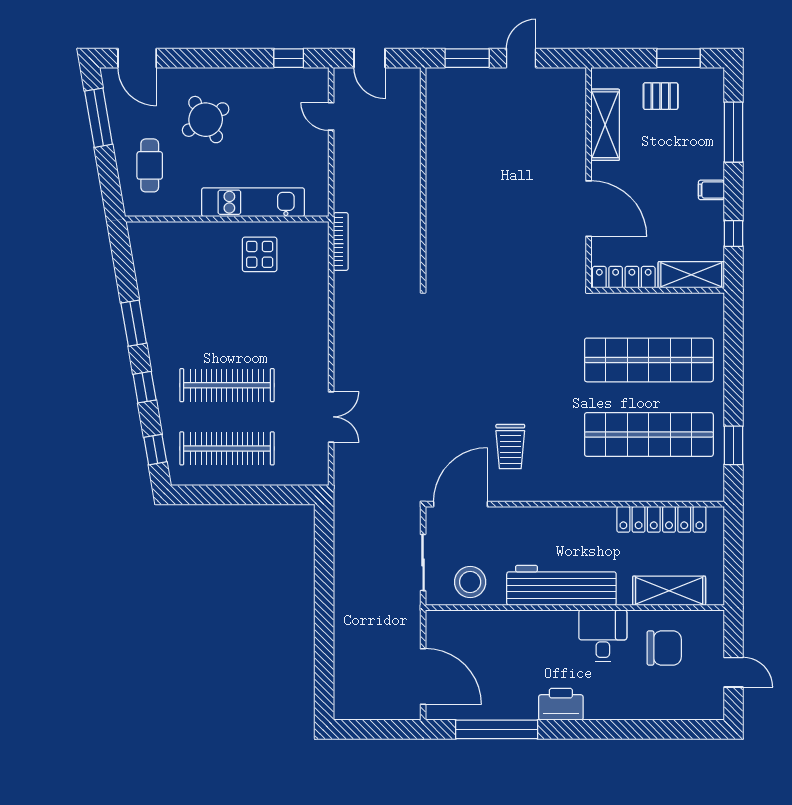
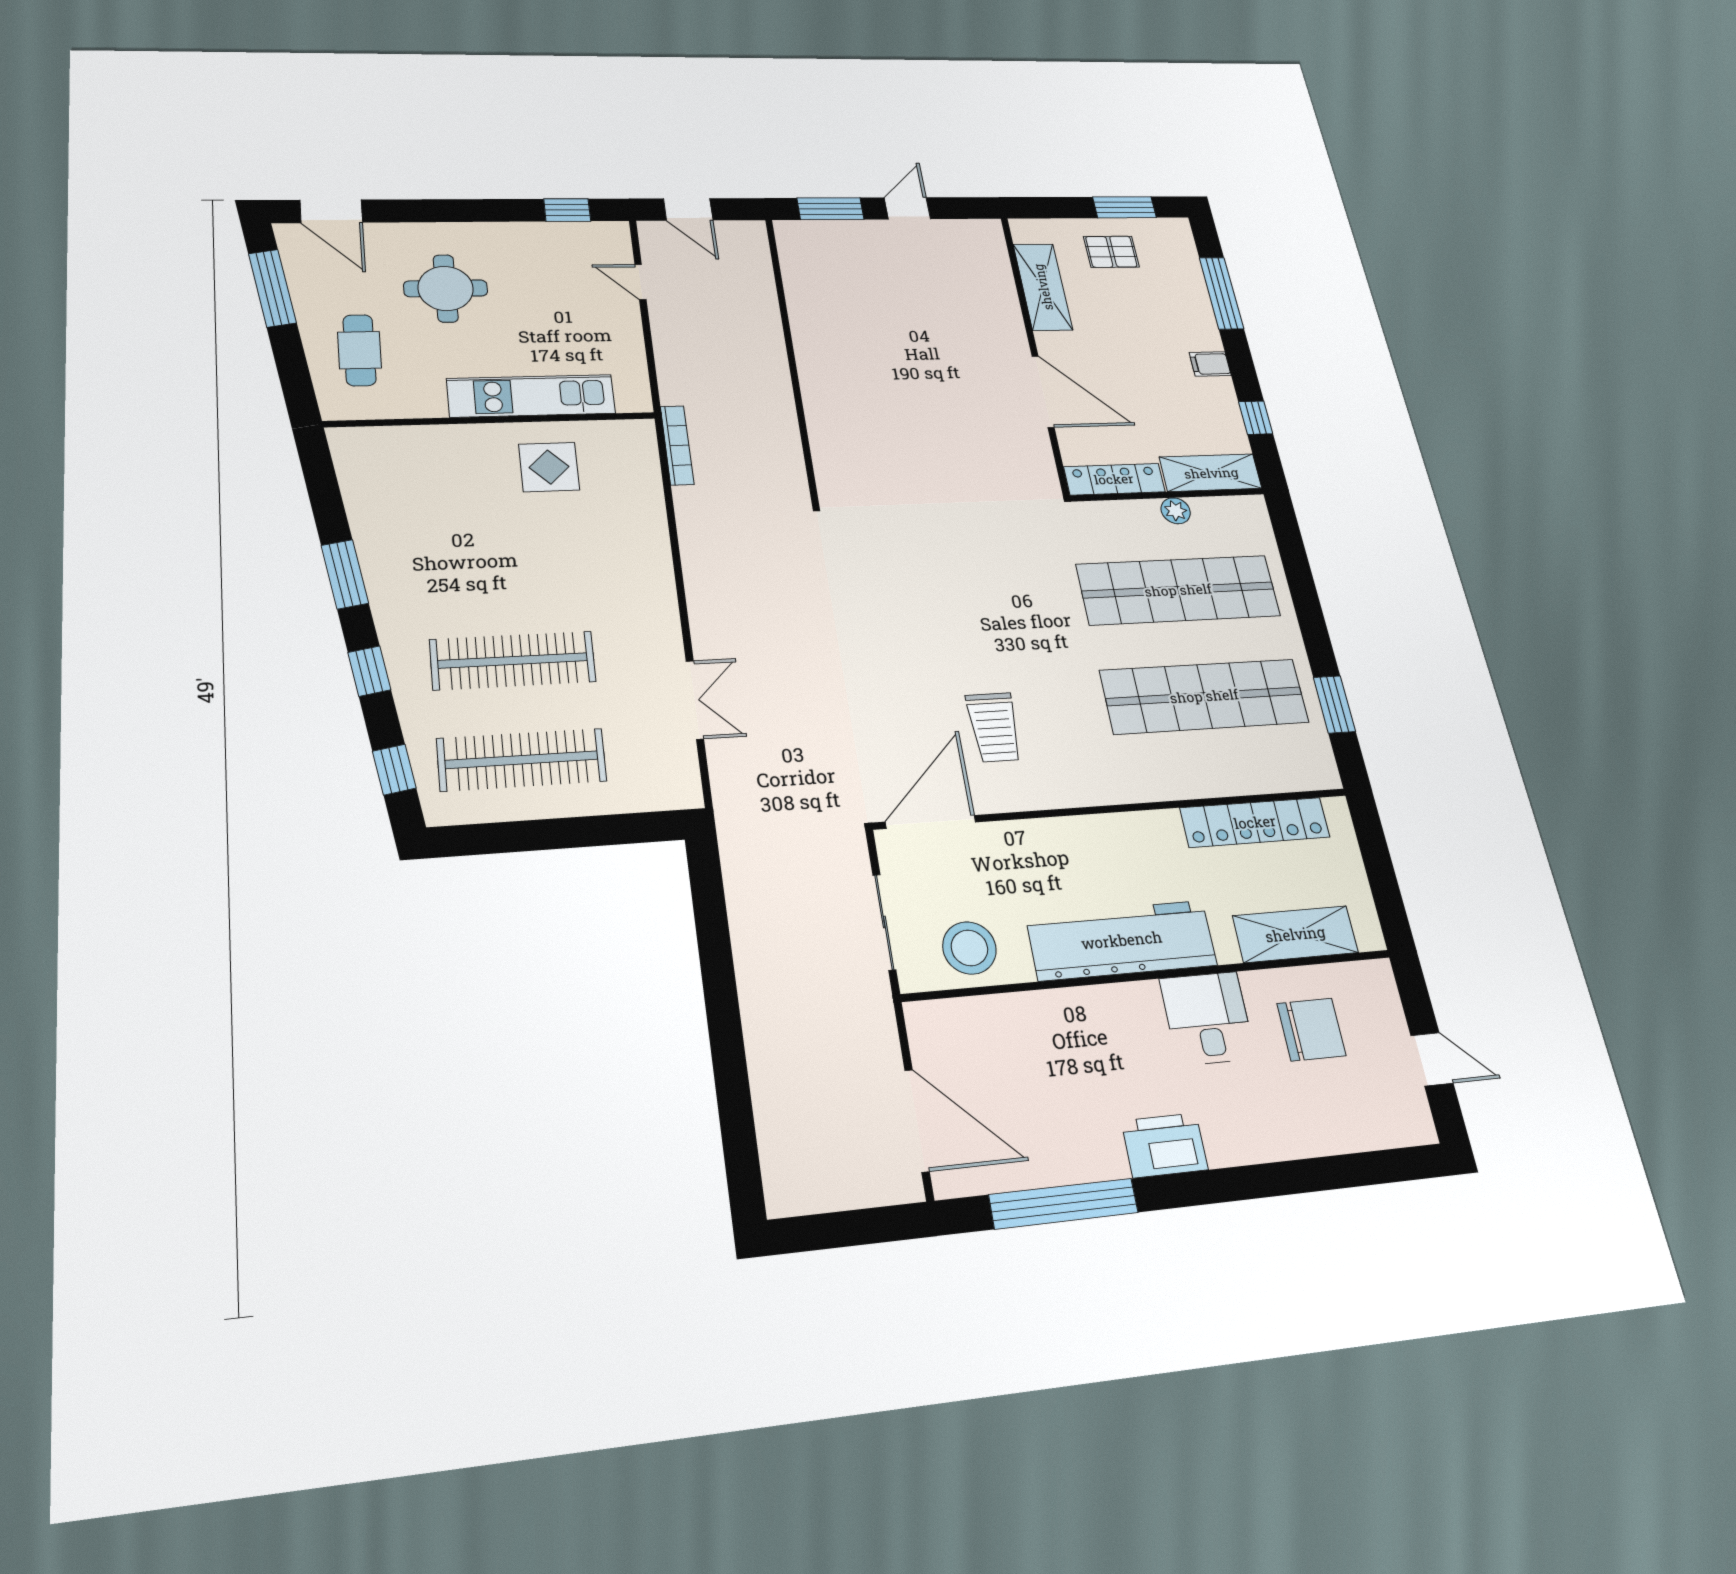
round table: (206, 120) -> (446, 288), turned 32
plant: (660, 302) -> (1176, 511), added

